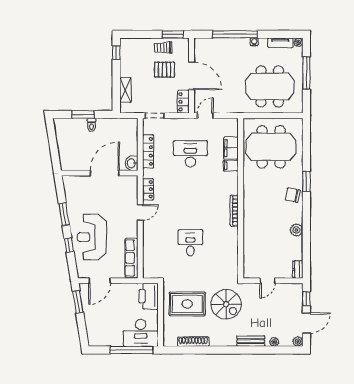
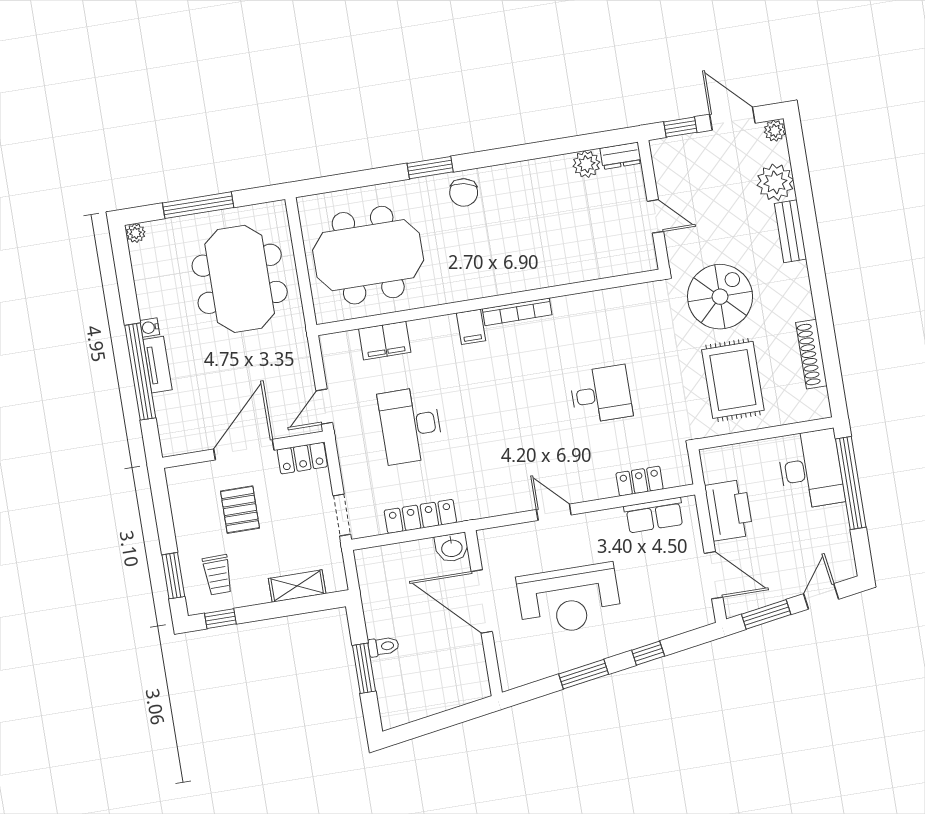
window: (173, 34) -> (173, 576), moved
tv unit: (280, 43) -> (158, 365), moved
trolley: (163, 48) -> (218, 575), moved
door: (205, 116) -> (324, 407), hinge flipped
meeting table: (271, 147) -> (368, 255), turned 90
filing cabinet: (231, 166) -> (471, 327), moved
locker: (148, 189) -> (640, 481), moved
plant: (296, 230) -> (586, 164), moved
reception desk: (92, 237) -> (569, 600), moved
desk: (190, 243) -> (601, 394), turned 180
row of seats: (131, 258) -> (654, 515), width x0.68
printer: (149, 296) -> (729, 510), moved, turned -90
door: (82, 328) -> (821, 596), added
plant: (274, 342) -> (775, 182), width x1.88, depth x1.88

